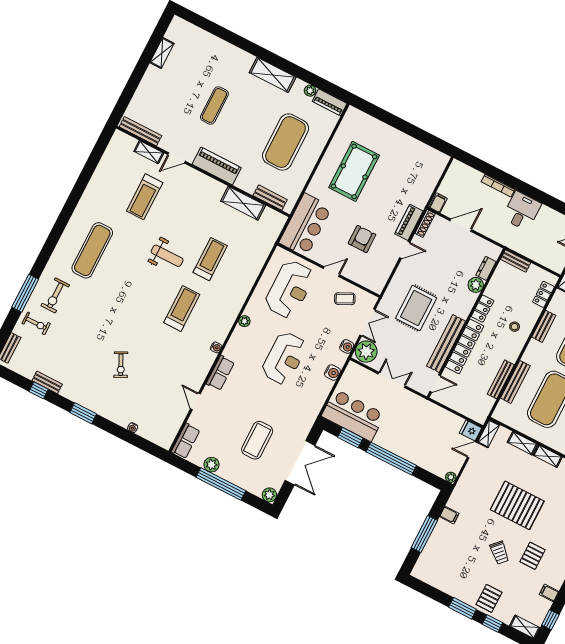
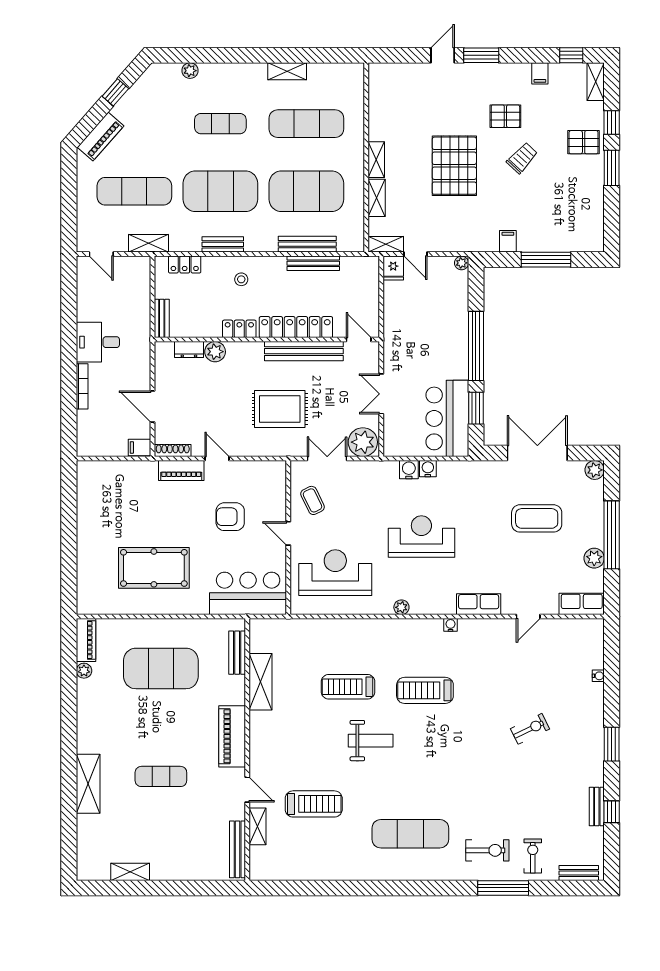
shelving: (273, 75) -> (88, 784), moved
weight bench: (167, 256) -> (371, 741), turned 90
water cooler: (347, 346) -> (428, 469), moved

